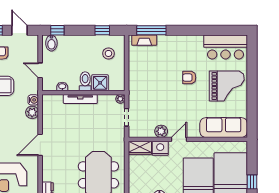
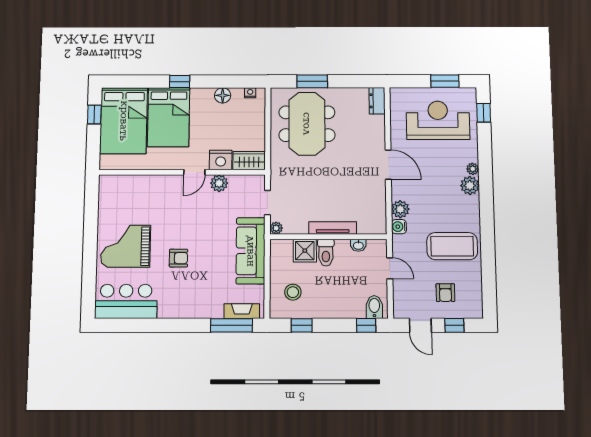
sofa: (224, 128) -> (251, 251), moved, turned 90
door: (40, 145) -> (388, 165), hinge flipped

